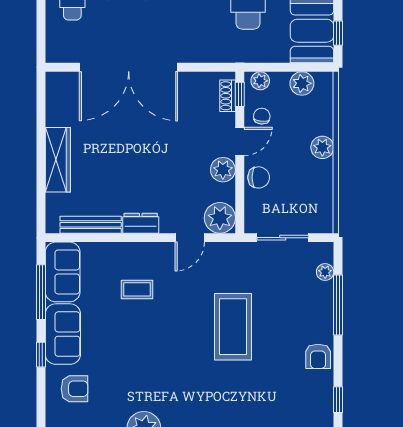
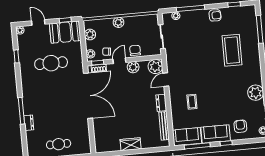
double door: (129, 67) -> (88, 96), moved
door: (240, 141) -> (119, 61), hinge flipped
wardrobe: (58, 160) -> (131, 144), width x0.67
door: (190, 238) -> (166, 80), swing flipped
coffee table: (233, 327) -> (232, 50), moved, turned 90

